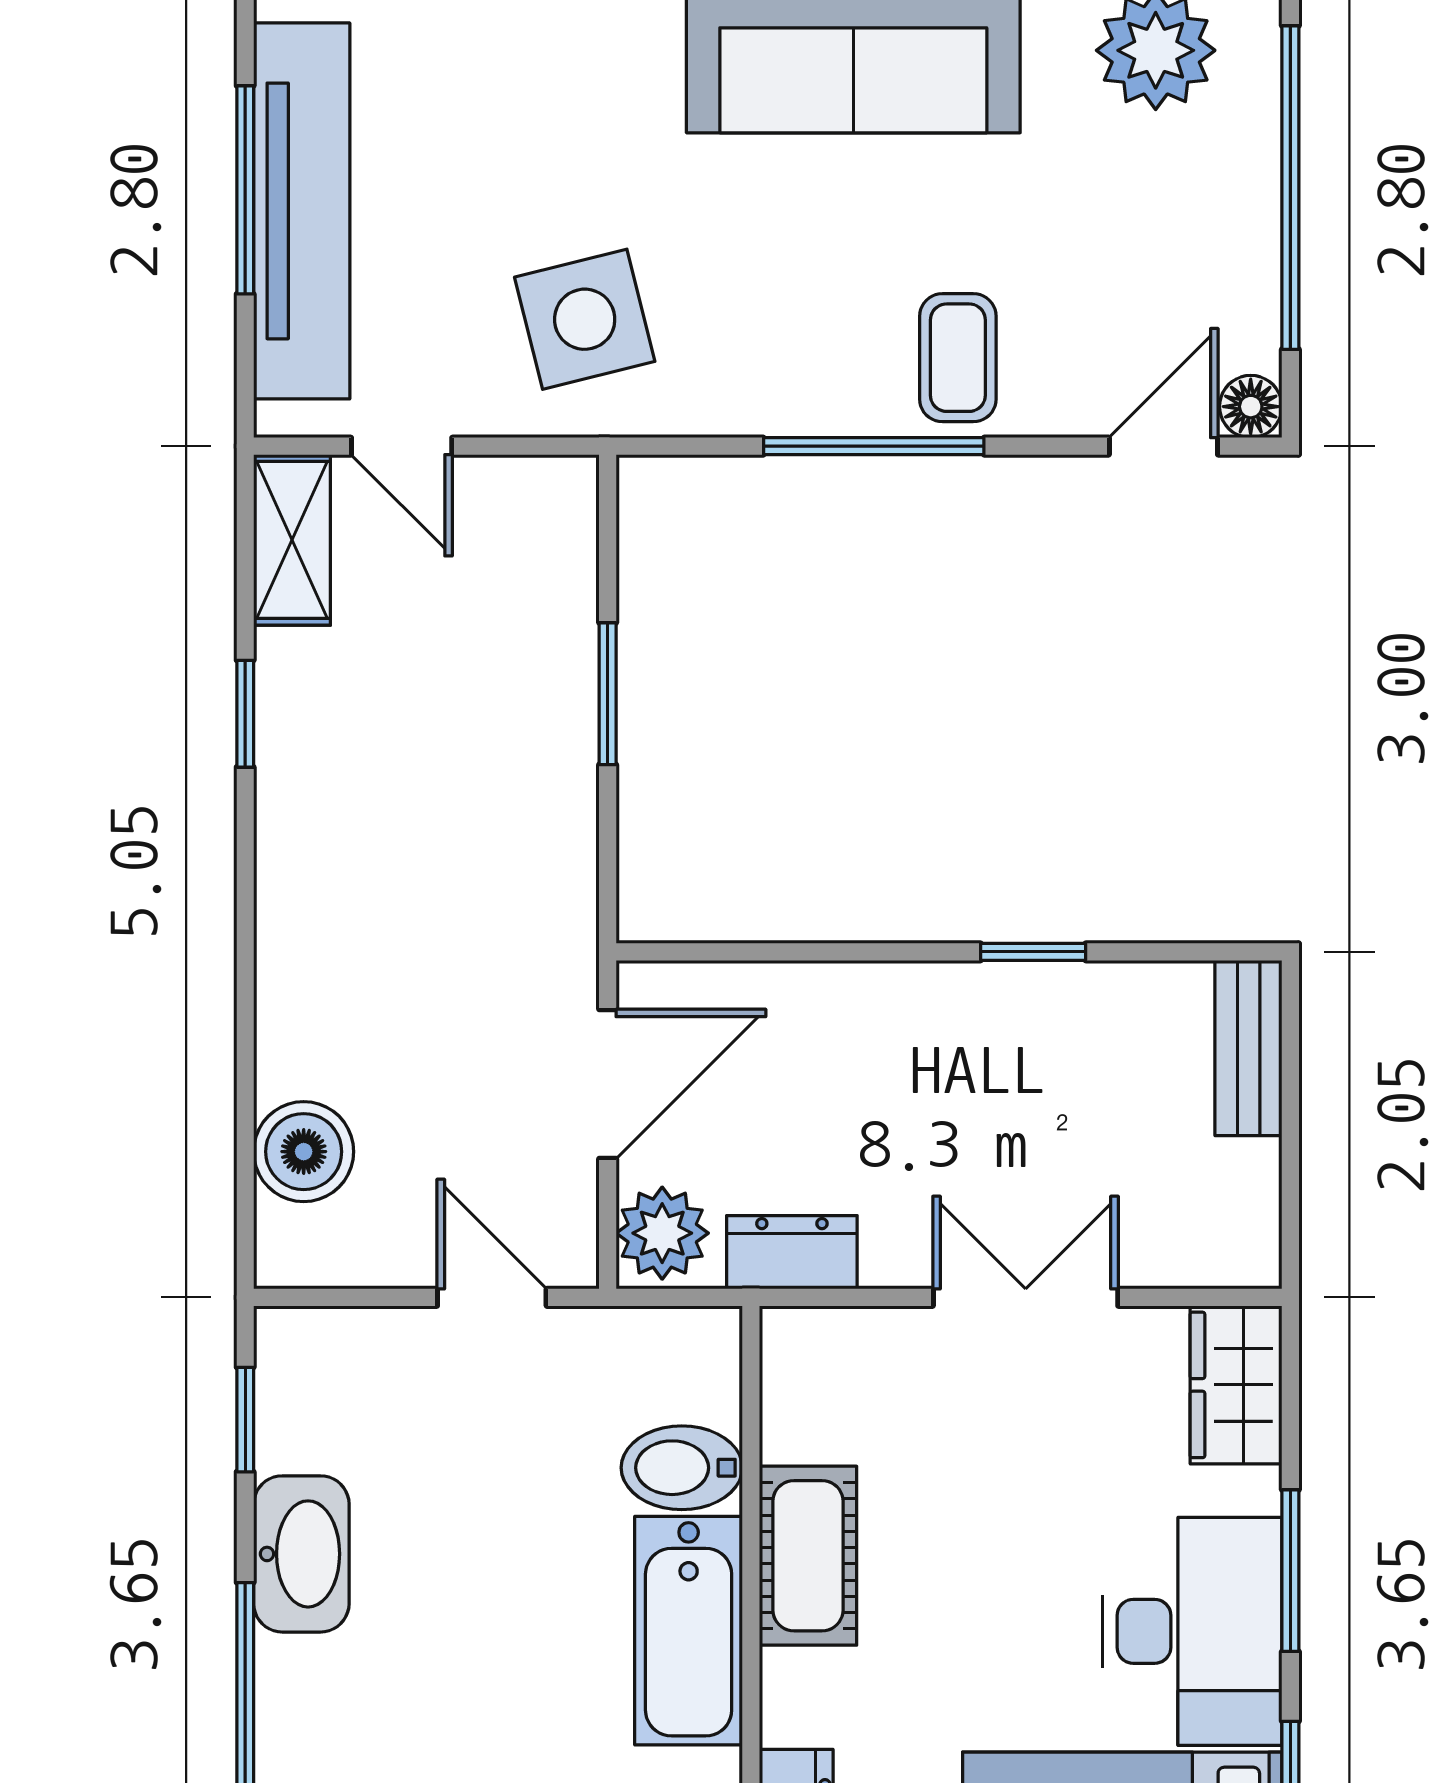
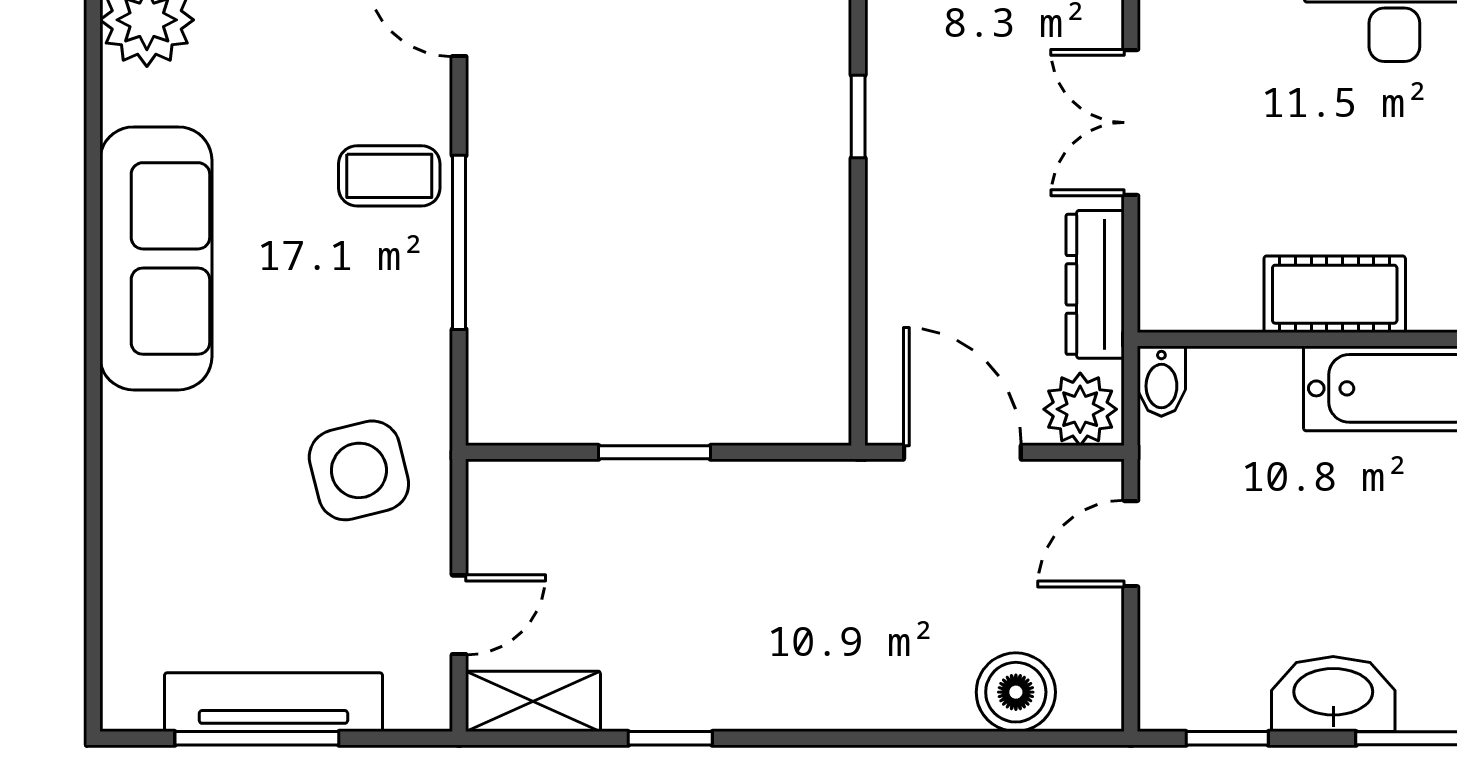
tv unit: (302, 211) -> (273, 702), width x0.73, depth x0.78
dresser: (792, 1252) -> (1095, 284), width x1.44
bidet: (682, 1468) -> (1161, 381), moved, width x0.72, depth x0.74

